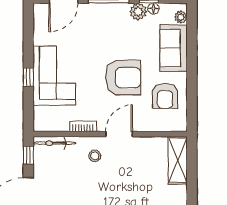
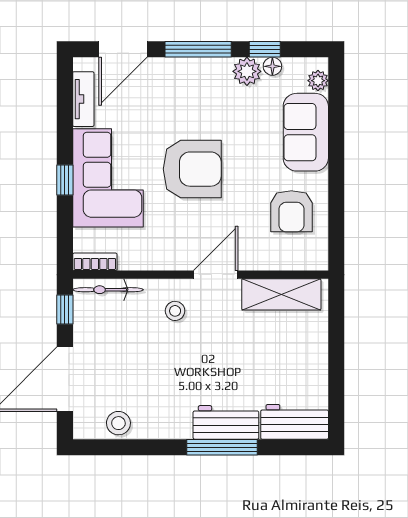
tv unit: (39, 28) -> (83, 99), added
armchair: (123, 78) -> (192, 169), moved
bookcase: (83, 126) -> (95, 262), moved
shelving: (178, 160) -> (281, 294), moved, turned 90

